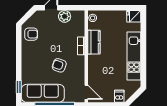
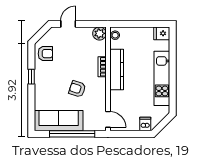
plant: (65, 16) -> (99, 33), moved
kitchen counter: (94, 42) -> (117, 70), width x1.50
window: (19, 87) -> (31, 77), moved

